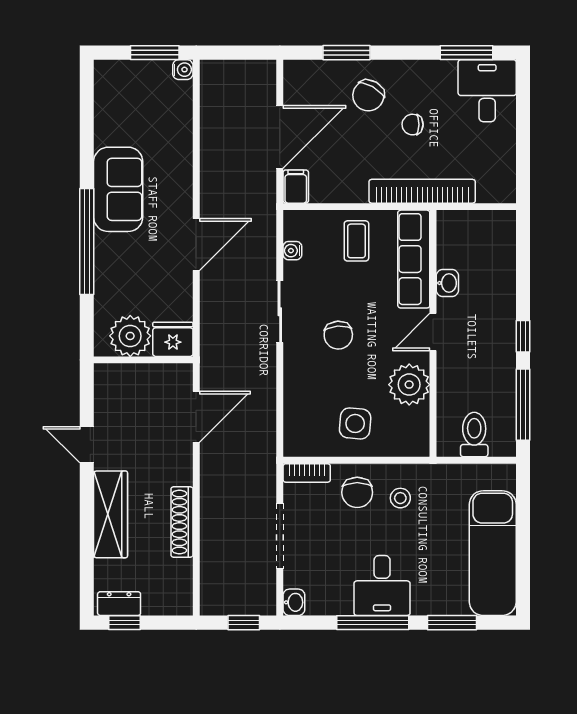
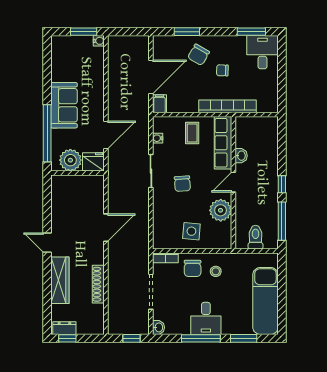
plant: (130, 336) -> (70, 160), moved
fridge: (173, 339) -> (93, 162), moved
wall: (143, 360) -> (77, 173), moved

